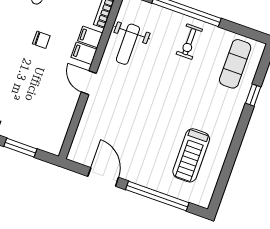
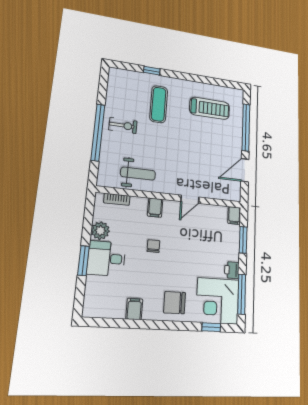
filing cabinet: (90, 37) -> (234, 215), moved
exercise mat: (235, 64) -> (159, 104), moved, turned 90
door: (89, 83) -> (190, 199), moved

